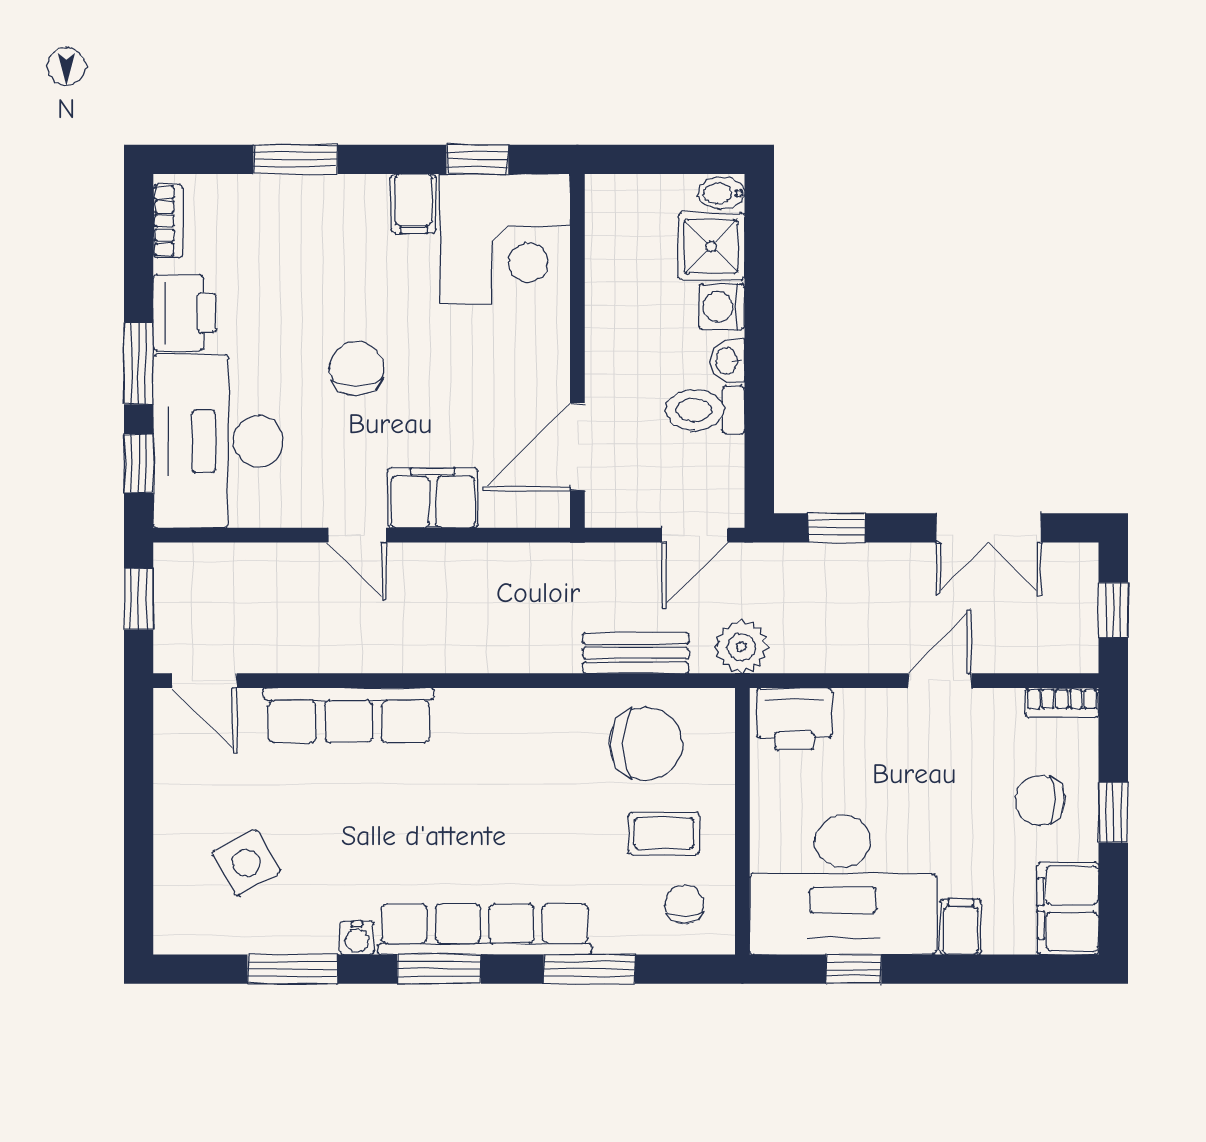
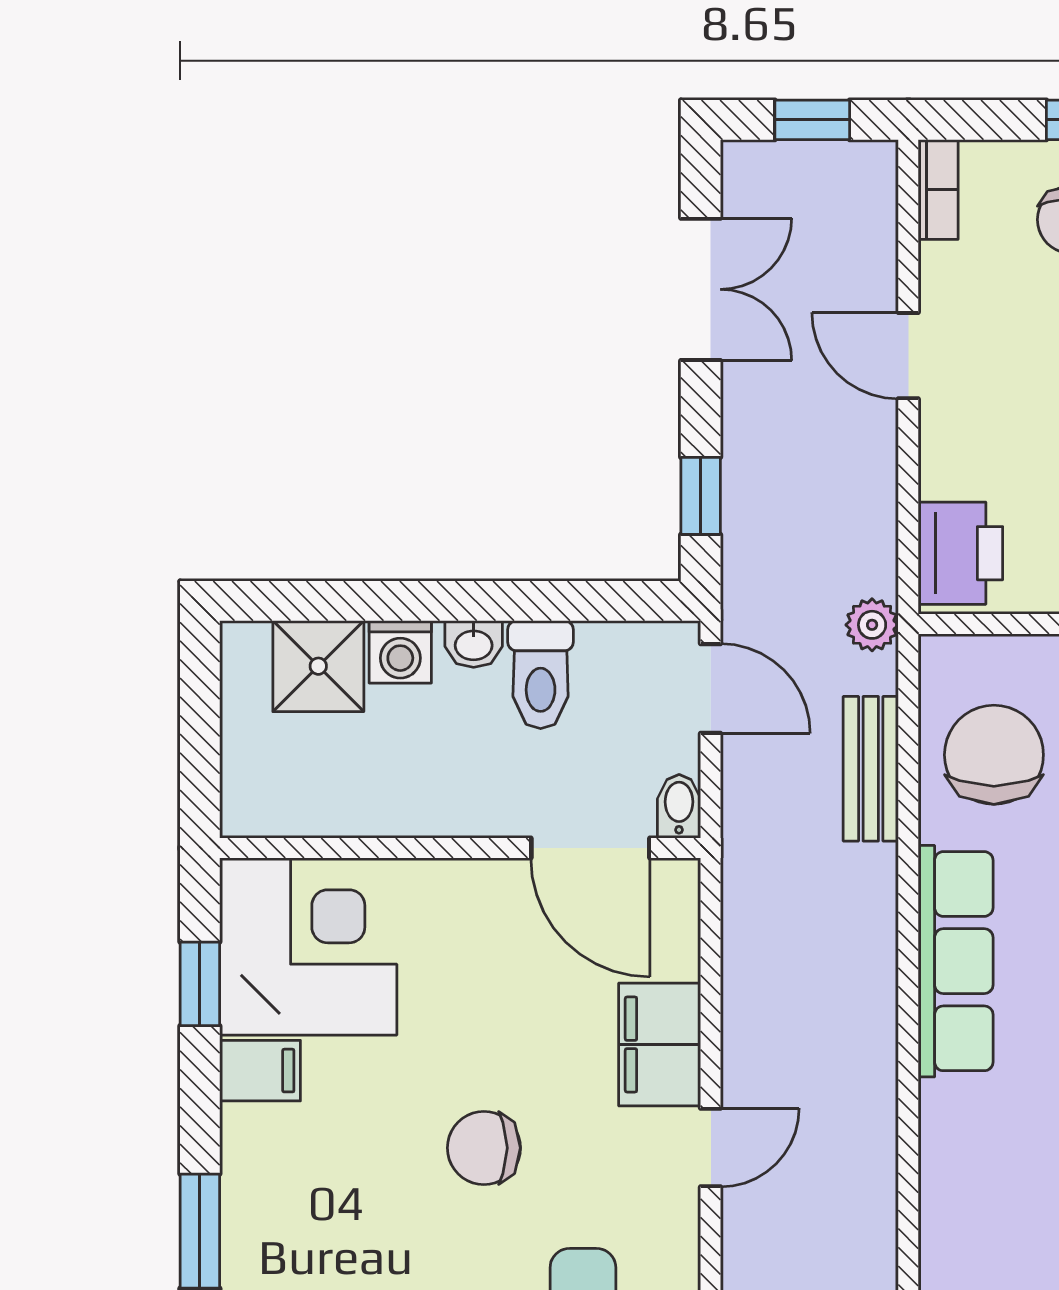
bidet: (721, 193) -> (679, 806), moved, turned 180
plant: (742, 647) -> (872, 625), width x0.73, depth x0.73
row of seats: (349, 715) -> (956, 961), moved

